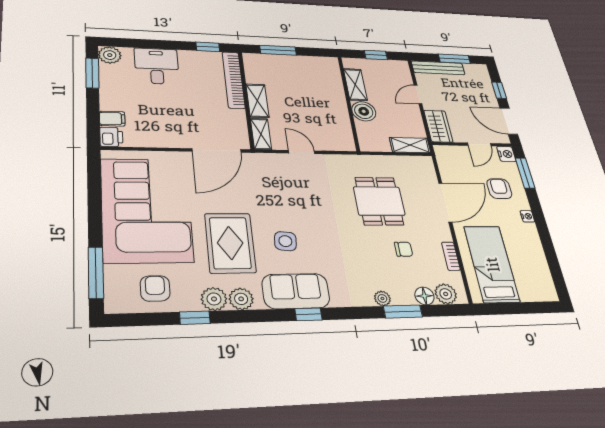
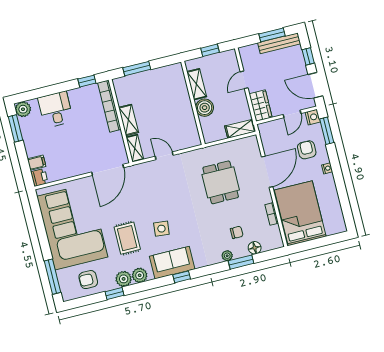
bench: (438, 68) -> (279, 43), moved
rug: (230, 243) -> (127, 238), width x0.73, depth x0.70
chair: (404, 249) -> (237, 232), moved
bed: (492, 264) -> (300, 213), width x1.50
armchair: (155, 288) -> (88, 280), turned -90
plant: (446, 294) -> (269, 243), removed

